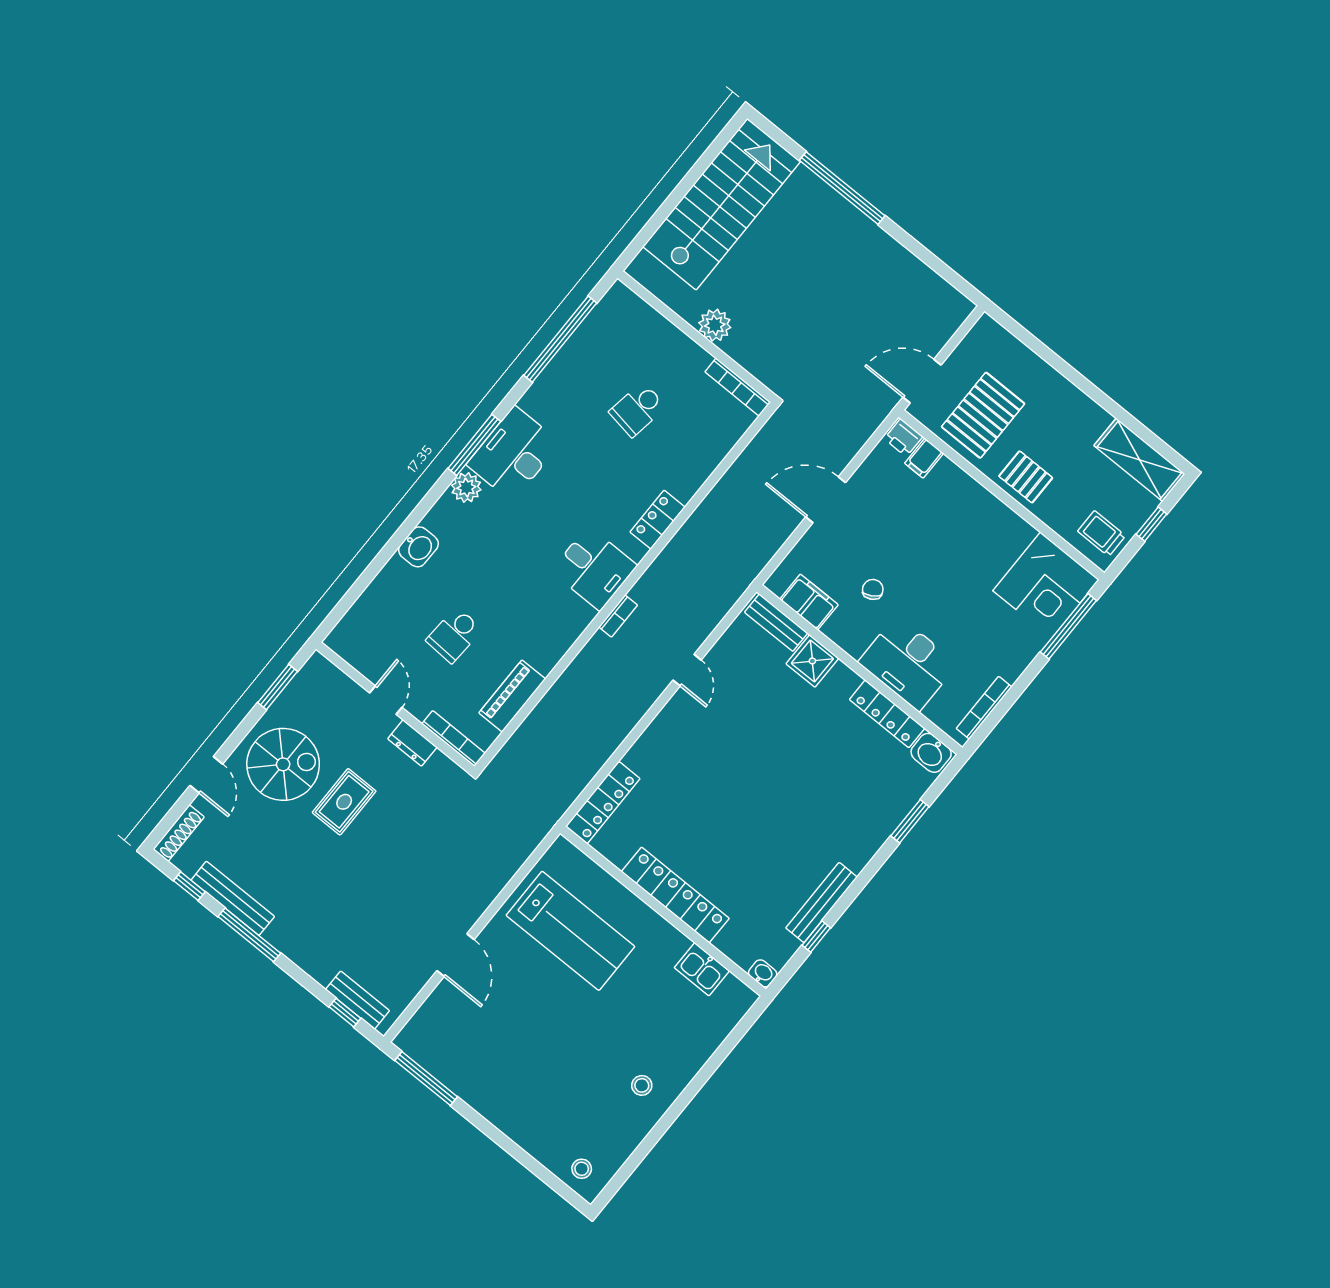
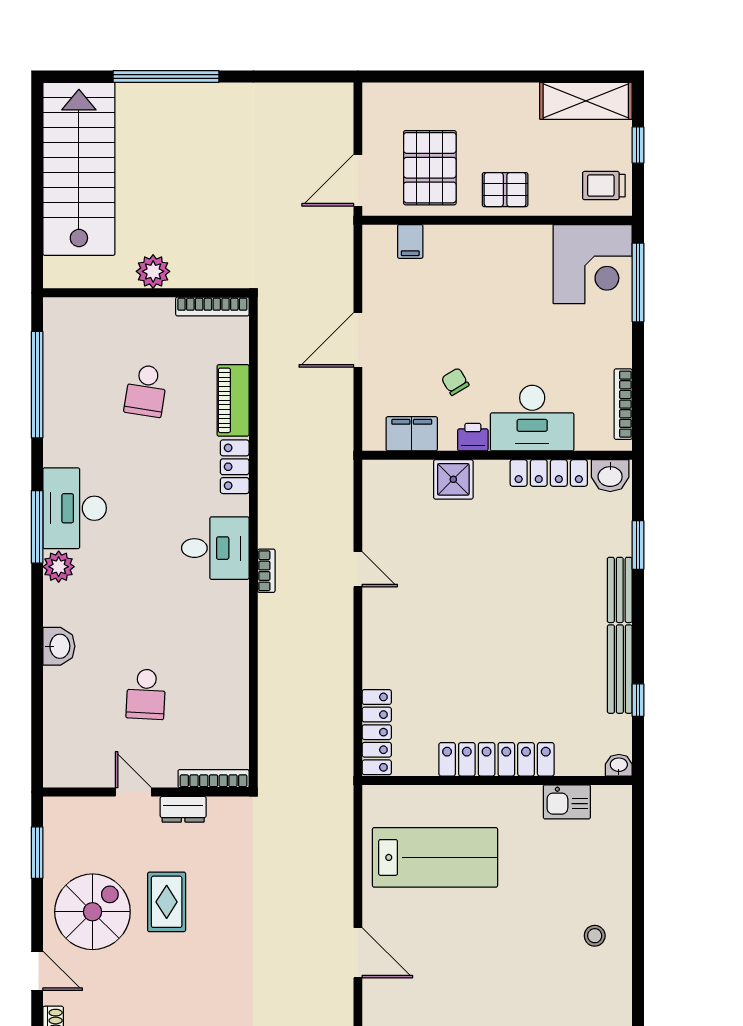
printer: (903, 438) -> (473, 437), moved, turned 180
bench: (776, 623) -> (620, 590), moved, turned 90
piano: (512, 696) -> (233, 400), moved

